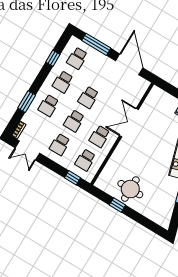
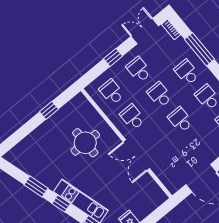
window: (27, 102) -> (200, 49), width x1.44
double door: (129, 123) -> (136, 155), swing flipped
window: (72, 178) -> (113, 57), moved
round table: (130, 189) -> (85, 143), moved

